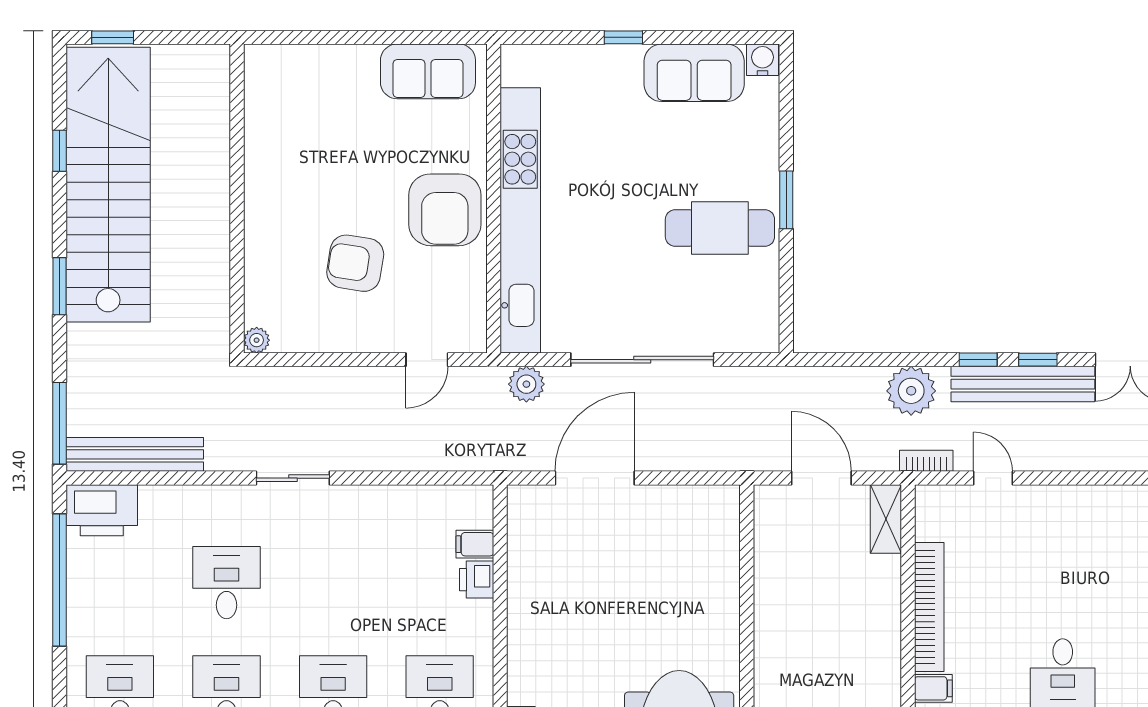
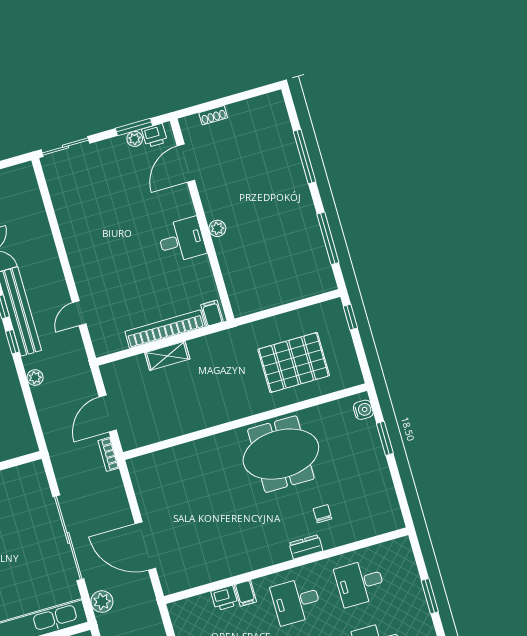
plant: (911, 391) -> (35, 378), width x0.53, depth x0.53
bookcase: (926, 461) -> (108, 454), moved
shelving: (886, 519) -> (167, 356), moved
filing cabinet: (475, 544) -> (245, 593), moved

